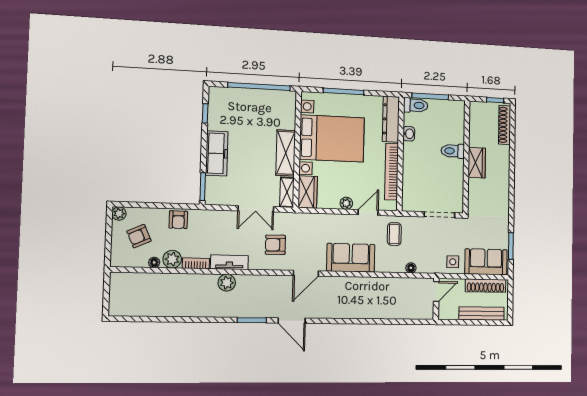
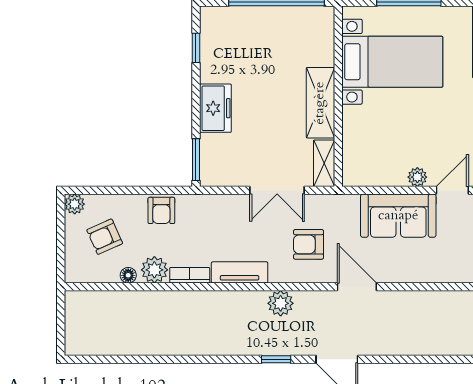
bed with nightstands: (332, 138) -> (392, 62), width x0.73
freezer: (217, 153) -> (215, 108), width x0.71
wardrobe: (308, 192) -> (356, 162), removed
sofa: (351, 258) -> (398, 216), moved, turned 180
door: (306, 273) -> (357, 287), swing flipped
plant: (227, 283) -> (281, 303), moved
window: (252, 320) -> (276, 359), width x0.67

